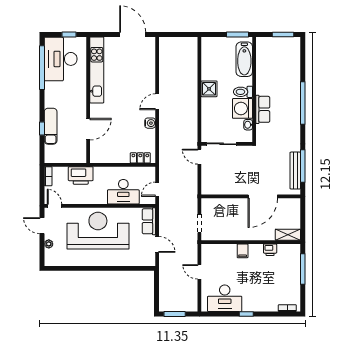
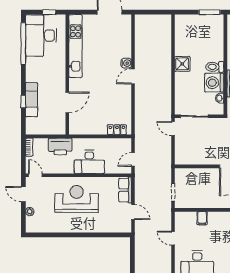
bathtub: (244, 59) -> (216, 36), removed
water cooler: (150, 123) -> (126, 63), moved
desk: (123, 192) -> (89, 162), moved
reception desk: (98, 231) -> (77, 199), width x0.74, depth x0.77
filing cabinet: (243, 251) -> (202, 218), moved

